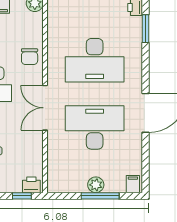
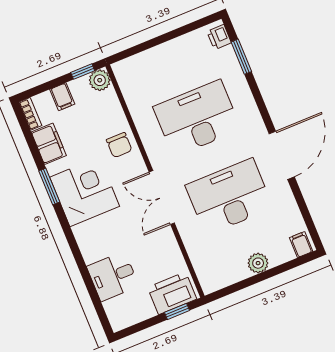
desk: (95, 60) -> (197, 118), turned 180
printer: (31, 185) -> (172, 293), width x1.87, depth x1.48
window: (100, 196) -> (268, 274), removed

